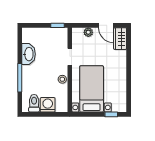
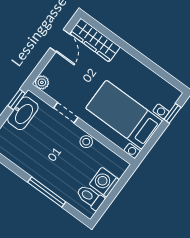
door: (106, 25) -> (60, 41), hinge flipped
plant: (88, 32) -> (42, 82), moved
wardrobe: (120, 39) -> (95, 40), width x1.50
washbasin: (29, 54) -> (23, 113), moved, turned 90

